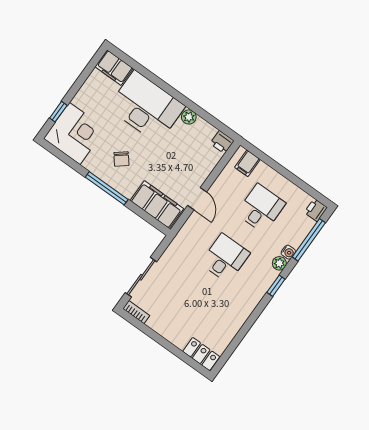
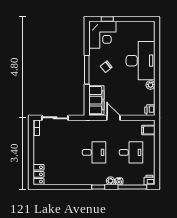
filing cabinet: (114, 68) -> (148, 31), removed
door: (197, 199) -> (113, 118), swing flipped

